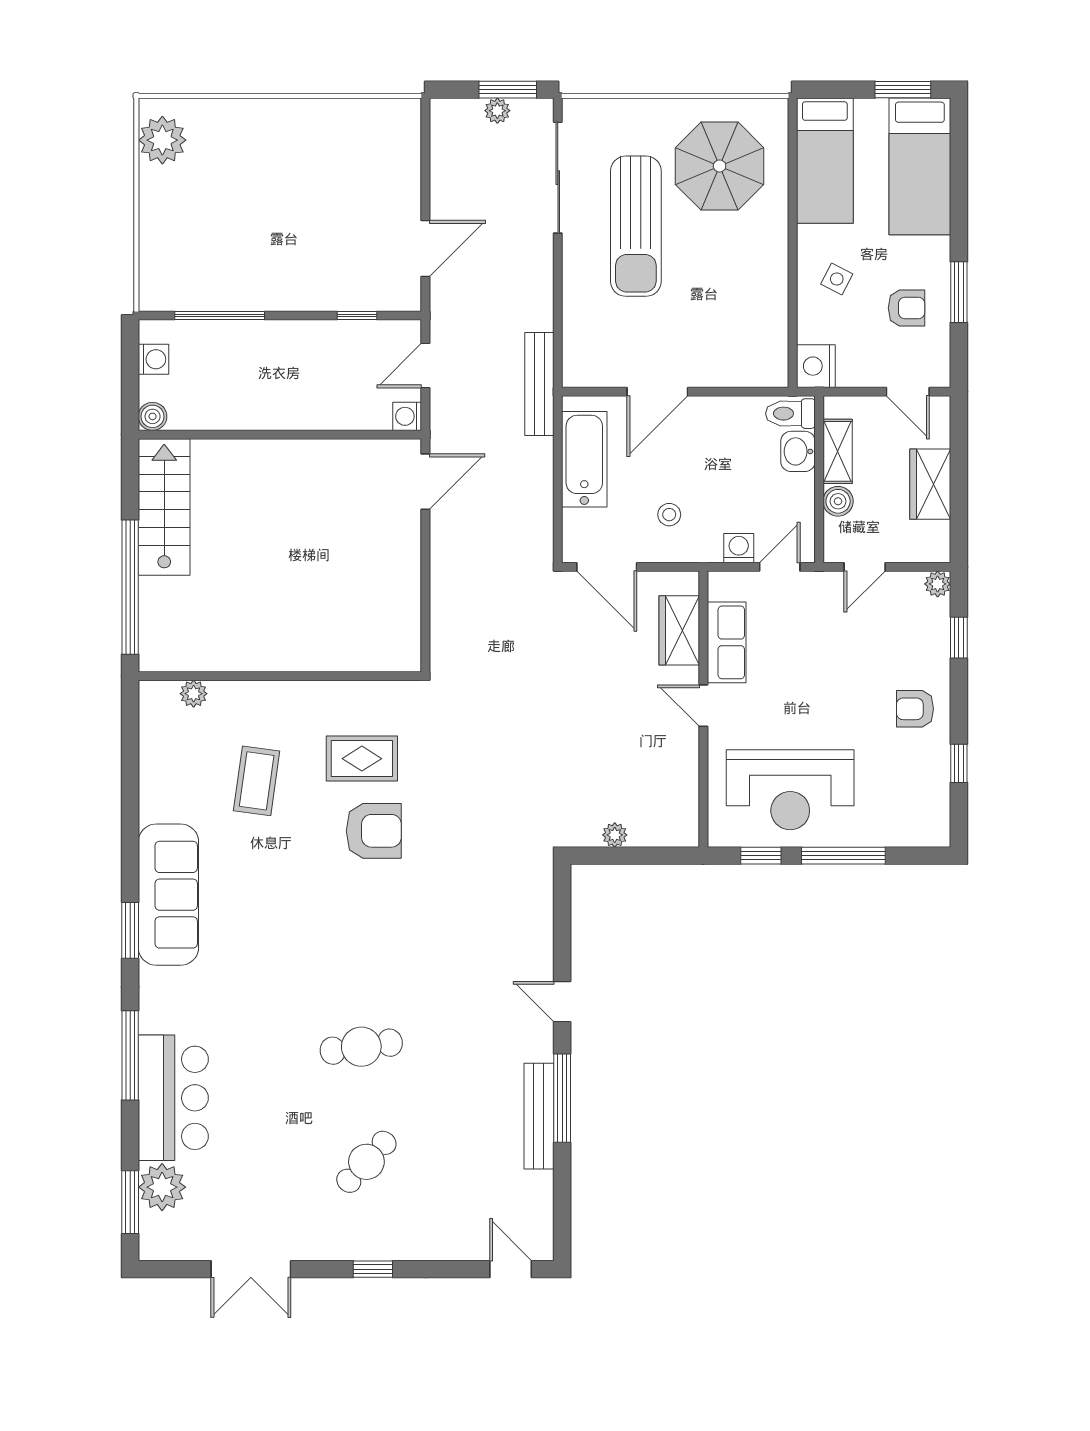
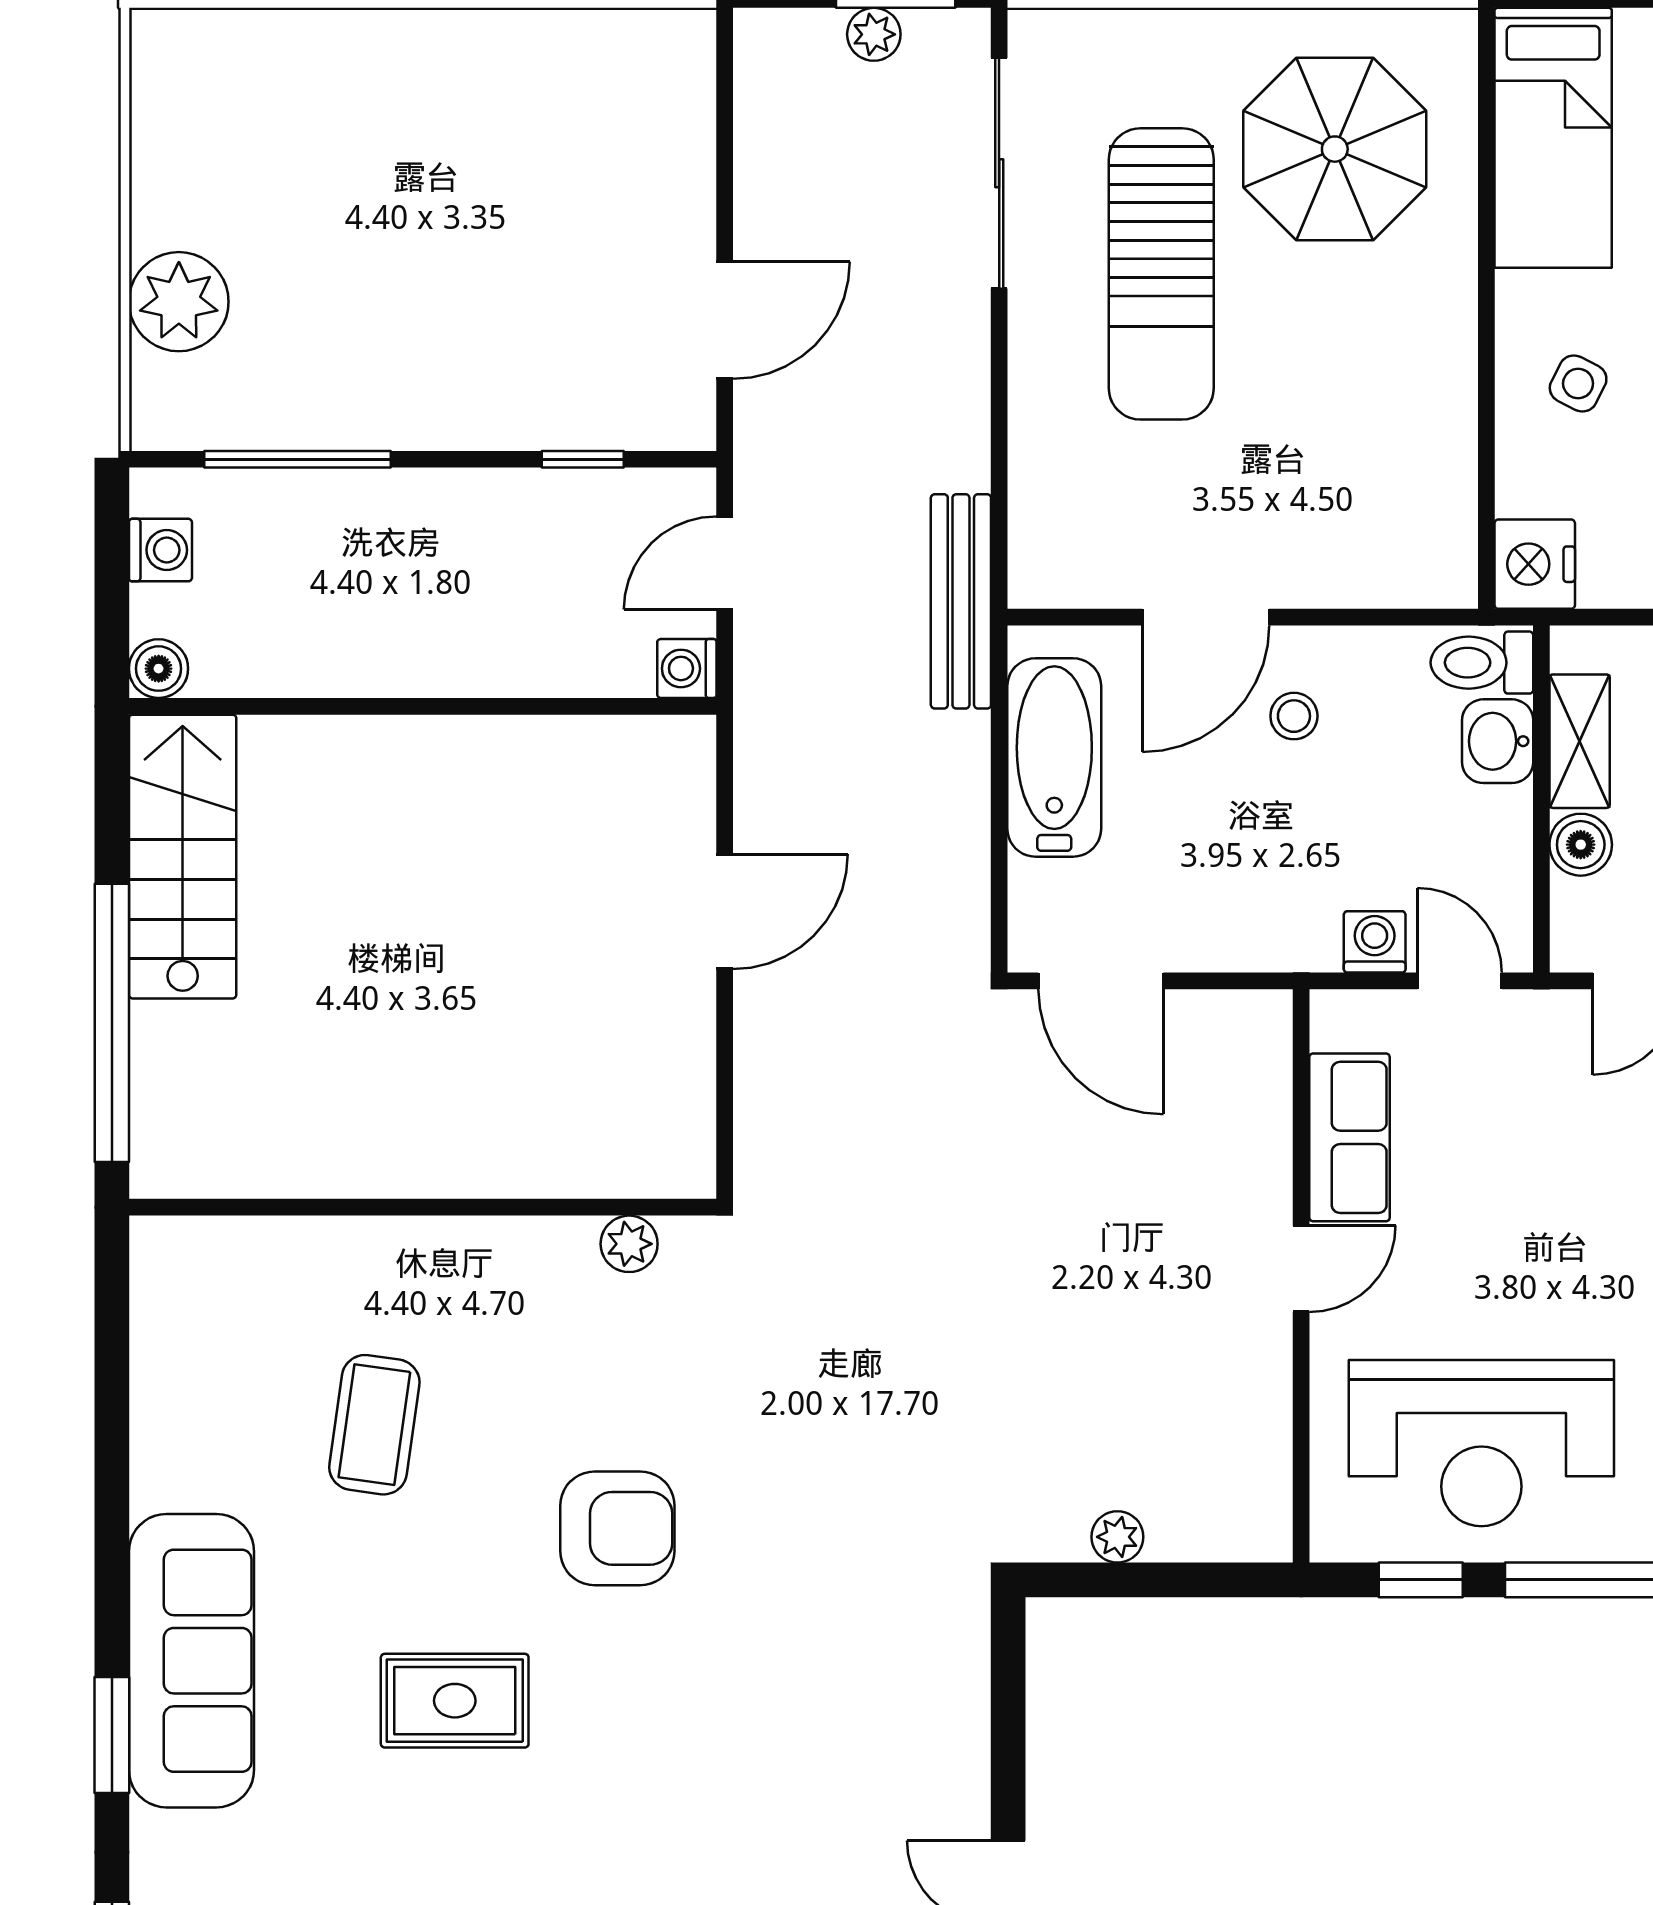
plant: (162, 140) -> (179, 302), moved
door: (425, 482) -> (725, 912), moved
stool: (669, 515) -> (1294, 716), moved
door: (780, 567) -> (1460, 981), hinge flipped
wardrobe: (679, 630) -> (1251, 1112), removed
plant: (194, 694) -> (629, 1244), moved
door: (703, 706) -> (1301, 1269), swing flipped
rug: (362, 759) -> (455, 1701), moved

